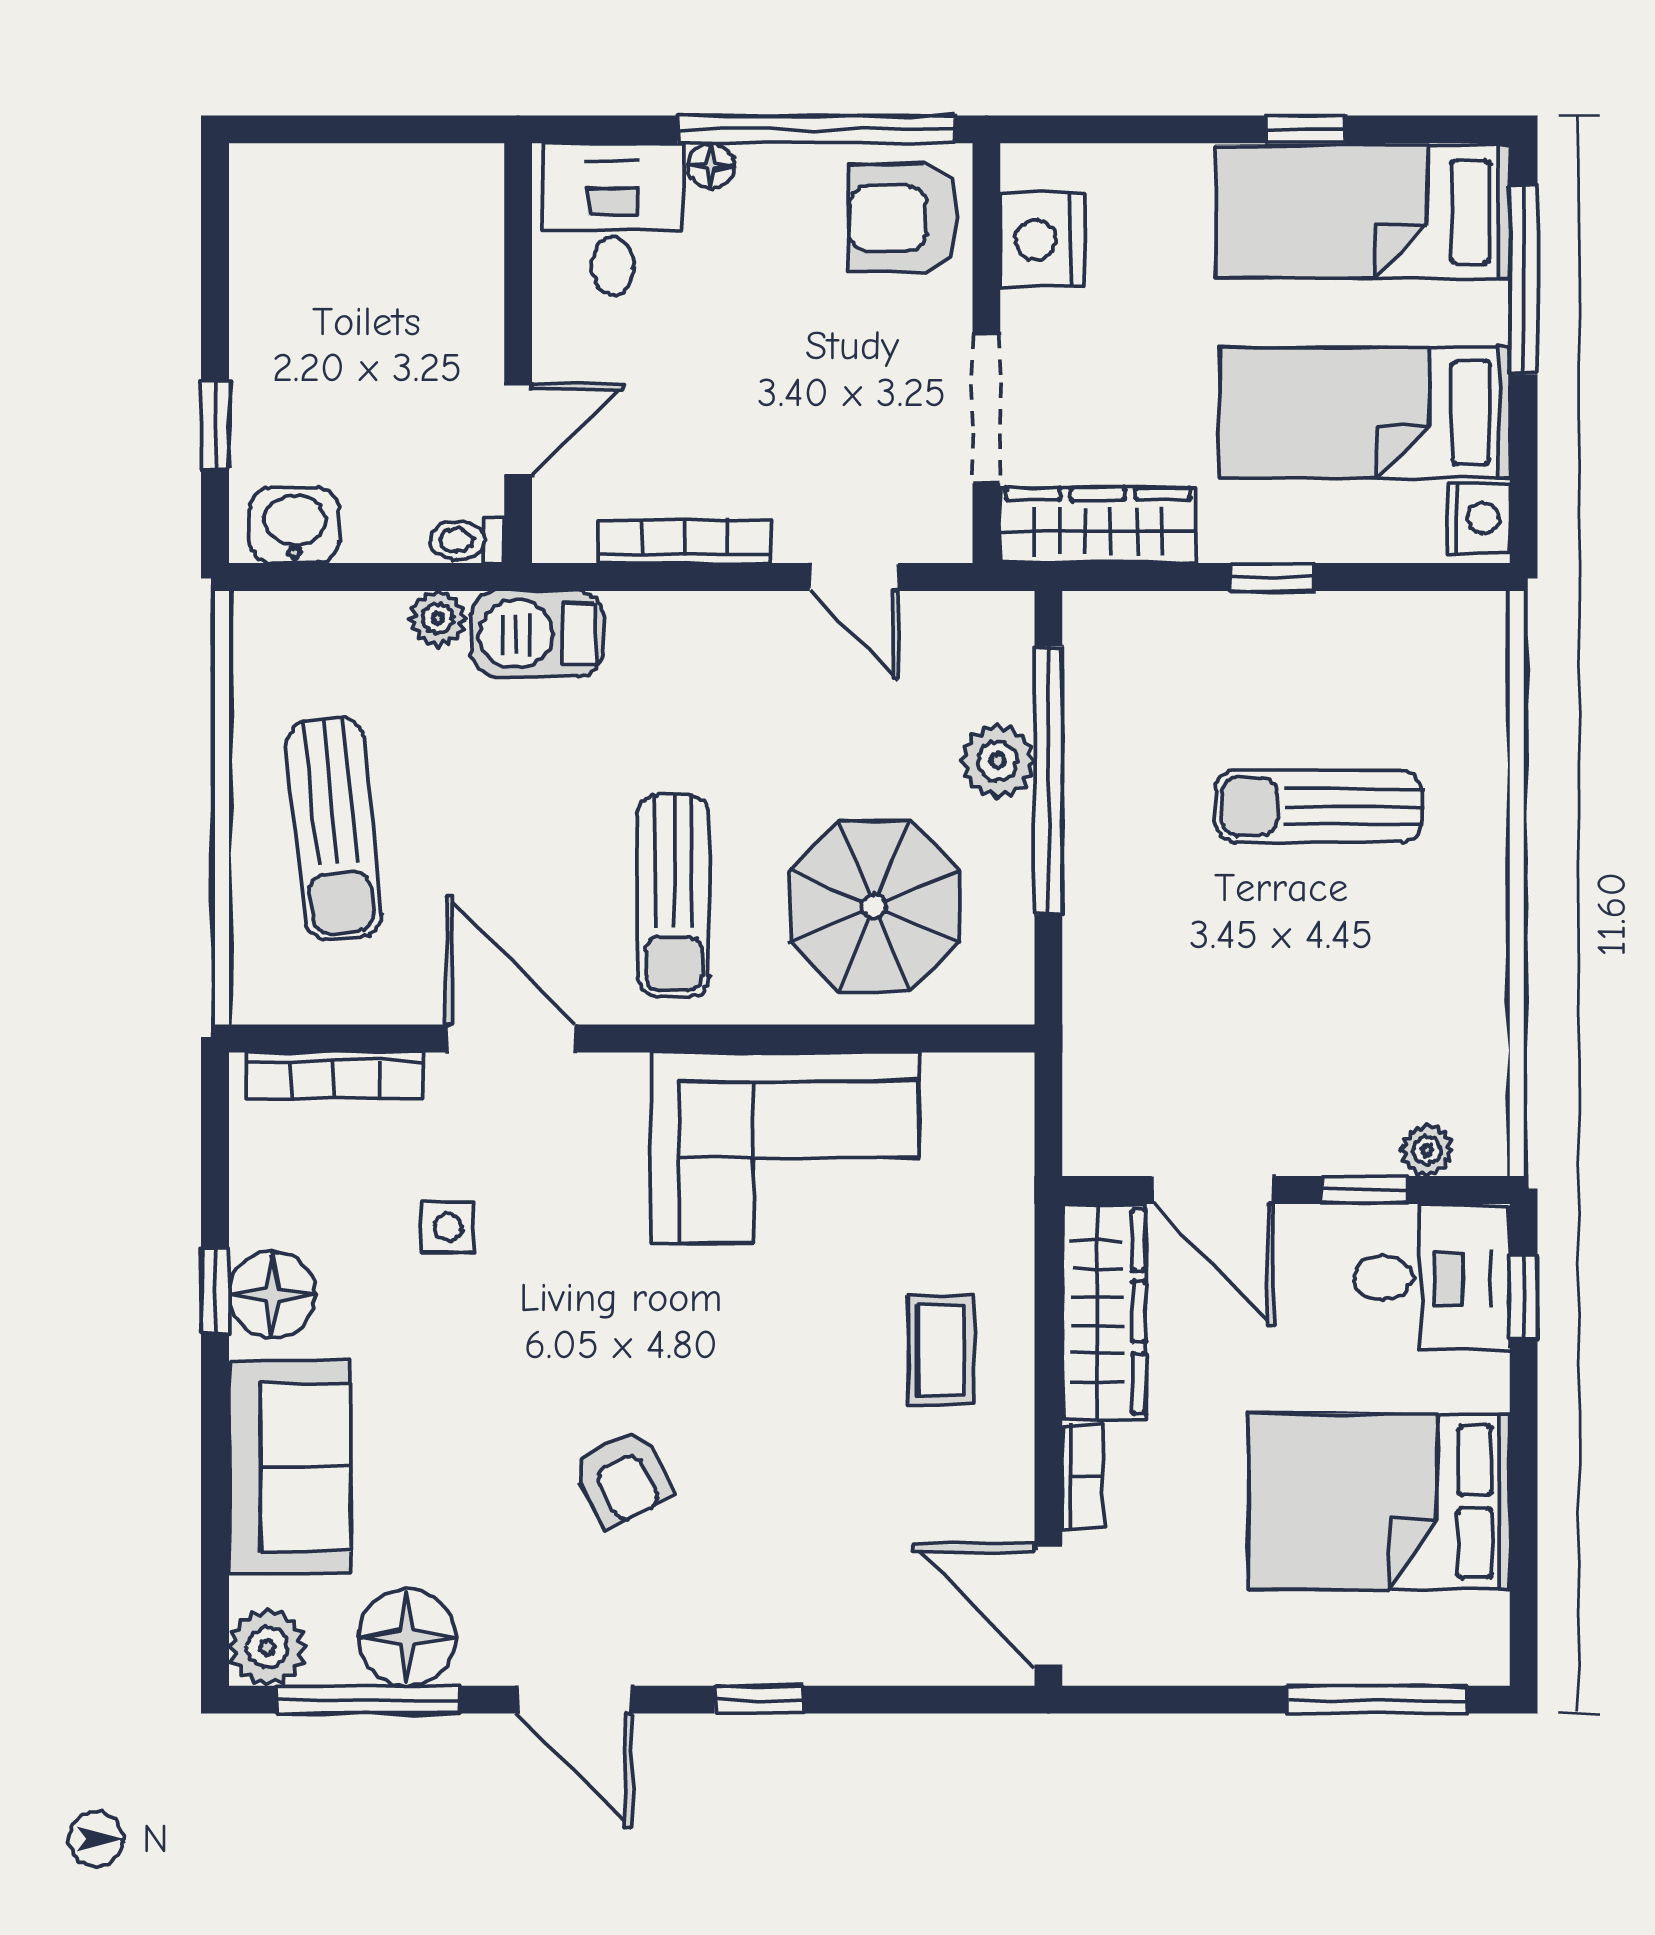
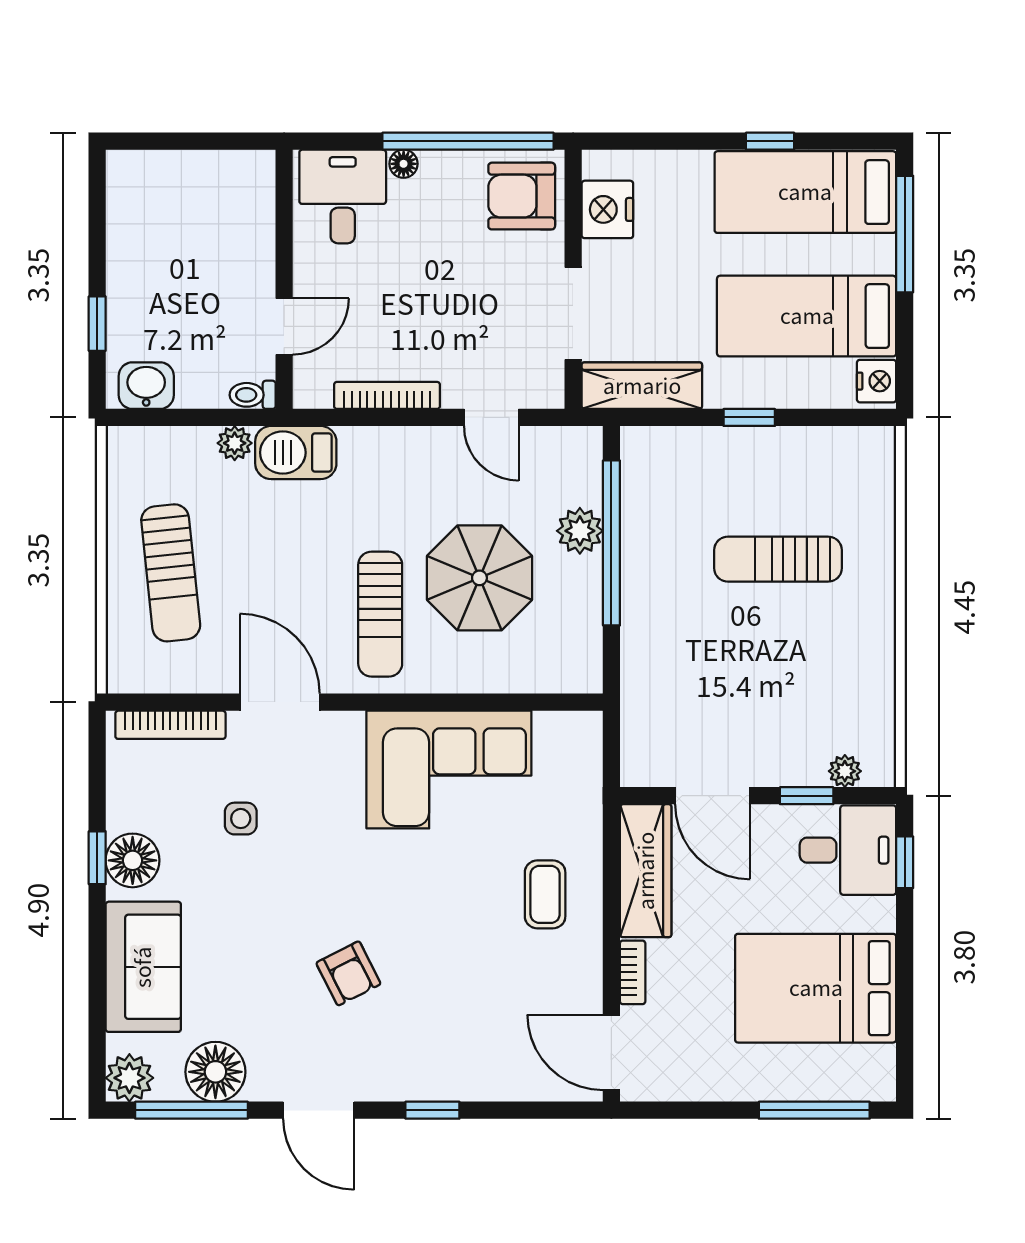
parasol: (874, 906) -> (479, 578), moved

